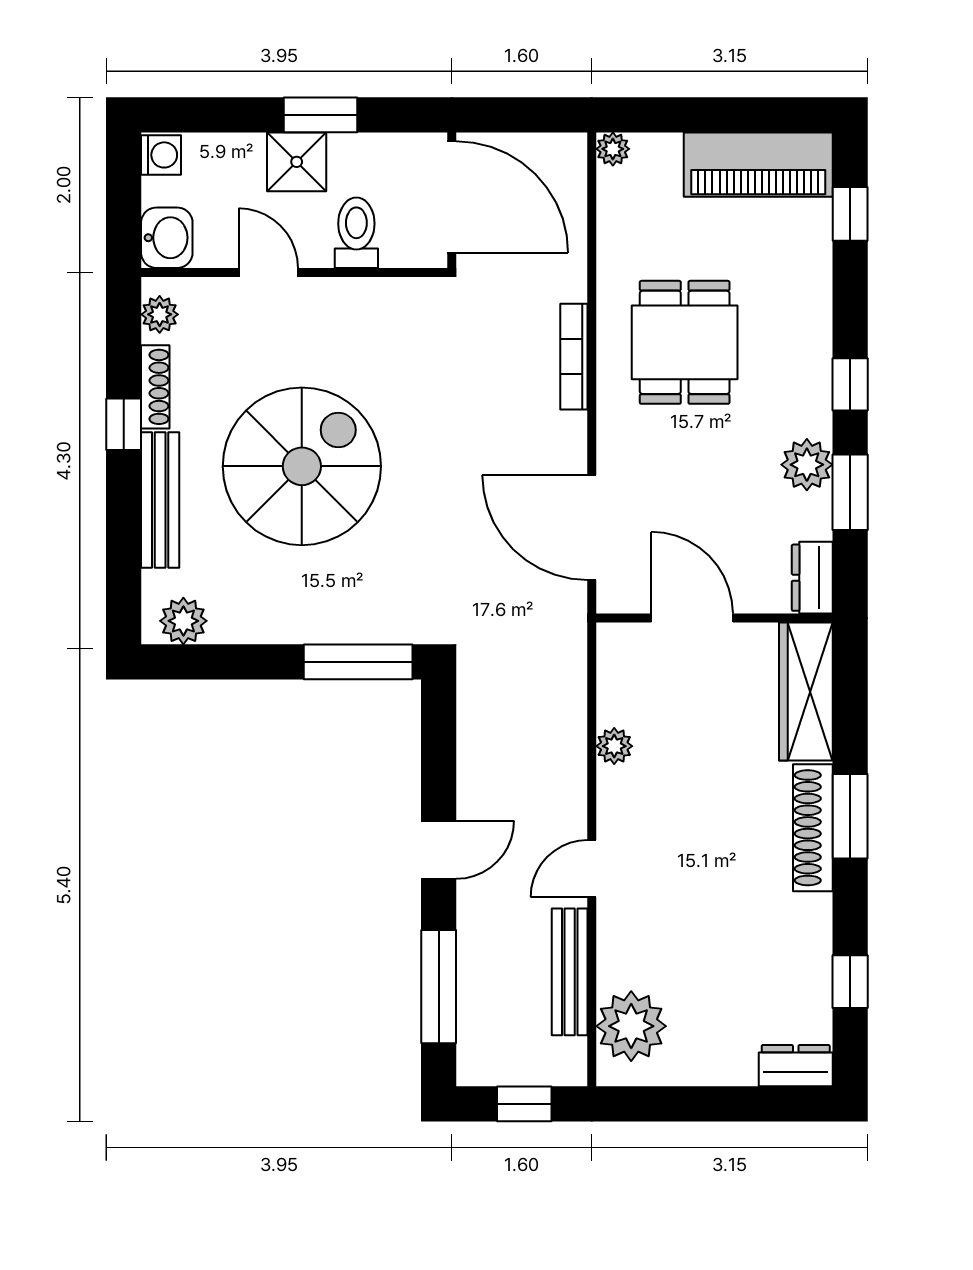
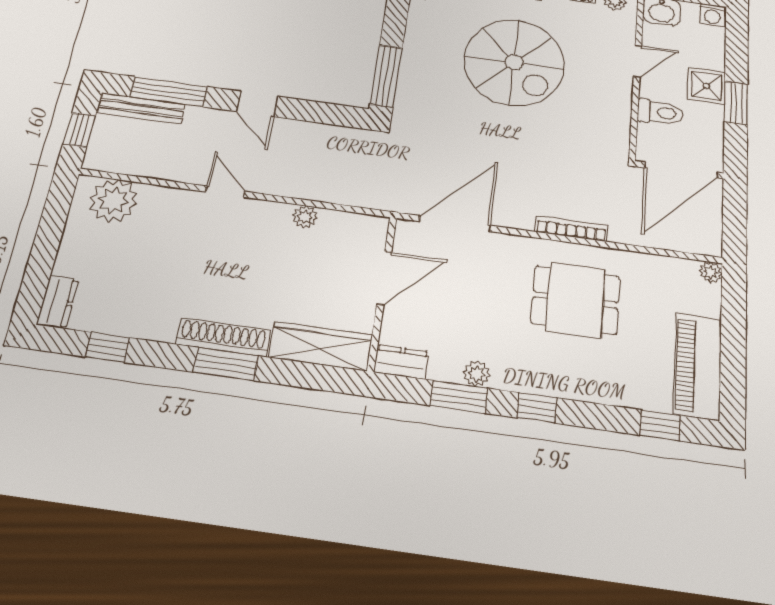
plant: (807, 465) -> (477, 374), width x0.73, depth x0.73
bench: (570, 972) -> (142, 109), moved

